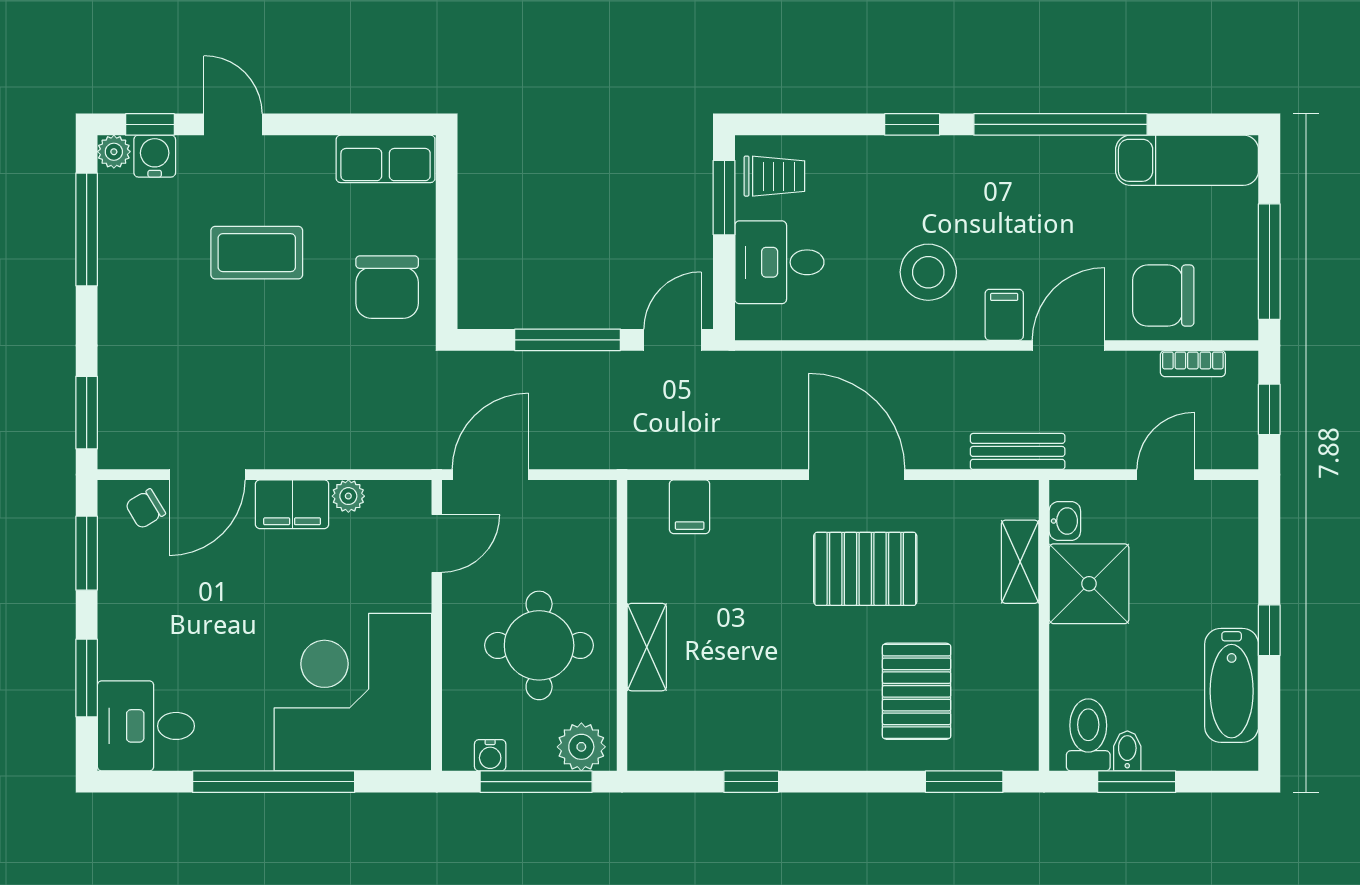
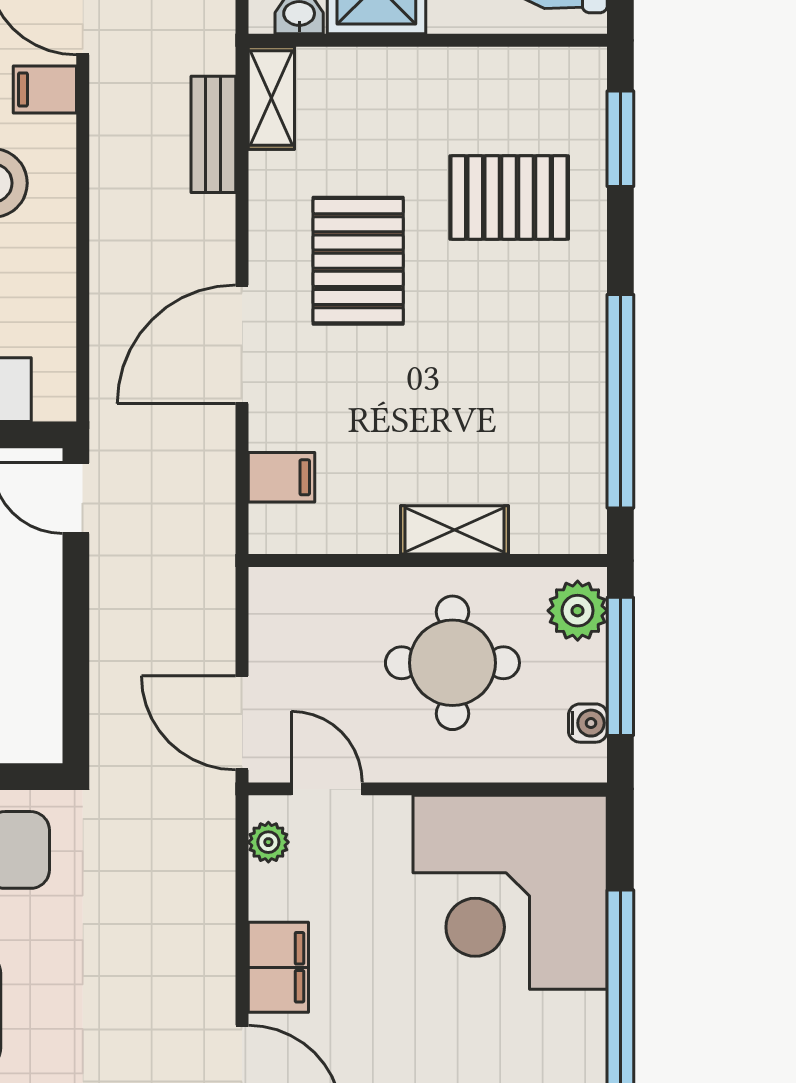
window: (568, 340) -> (76, 628), removed
bench: (1018, 451) -> (213, 134), moved
door: (857, 475) -> (242, 344), moved
plant: (348, 496) -> (268, 842), moved
shelving: (1020, 562) -> (271, 98), moved, turned 90
window: (751, 782) -> (620, 401), width x3.17

